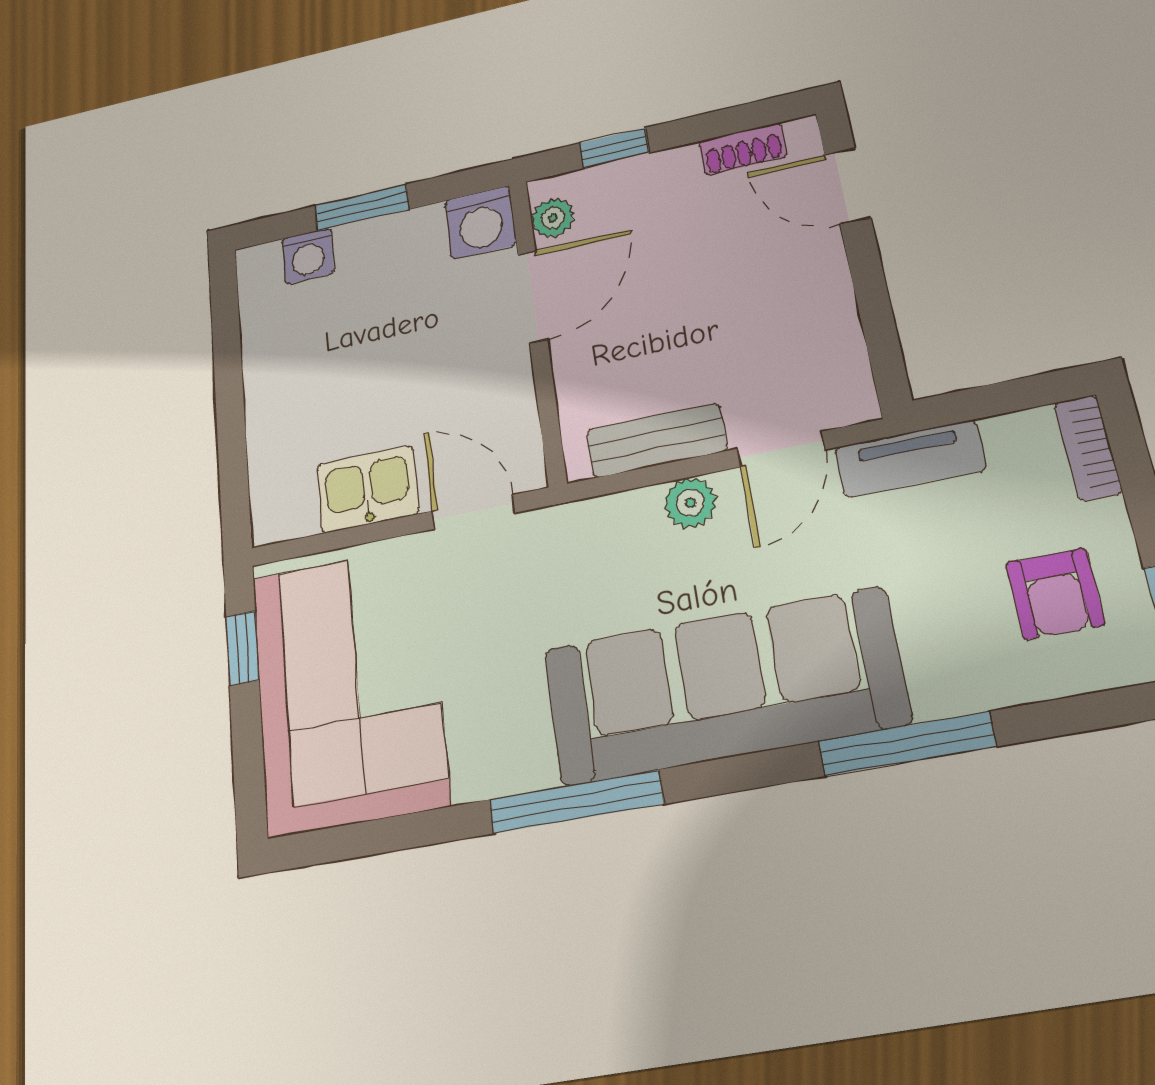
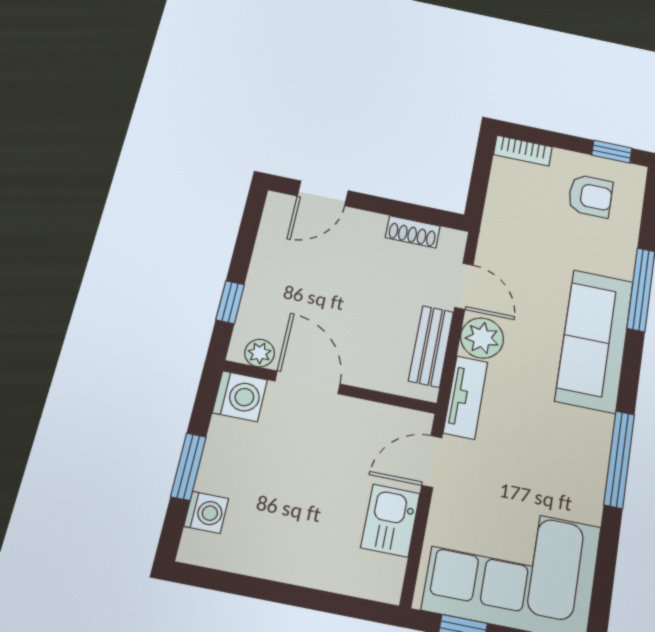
shoe rack: (743, 149) -> (413, 232), moved, turned 90
tv unit: (910, 458) -> (466, 397), moved
plant: (690, 503) -> (482, 338), width x1.38, depth x1.38
sofa: (723, 686) -> (594, 341), width x0.74, depth x0.79

